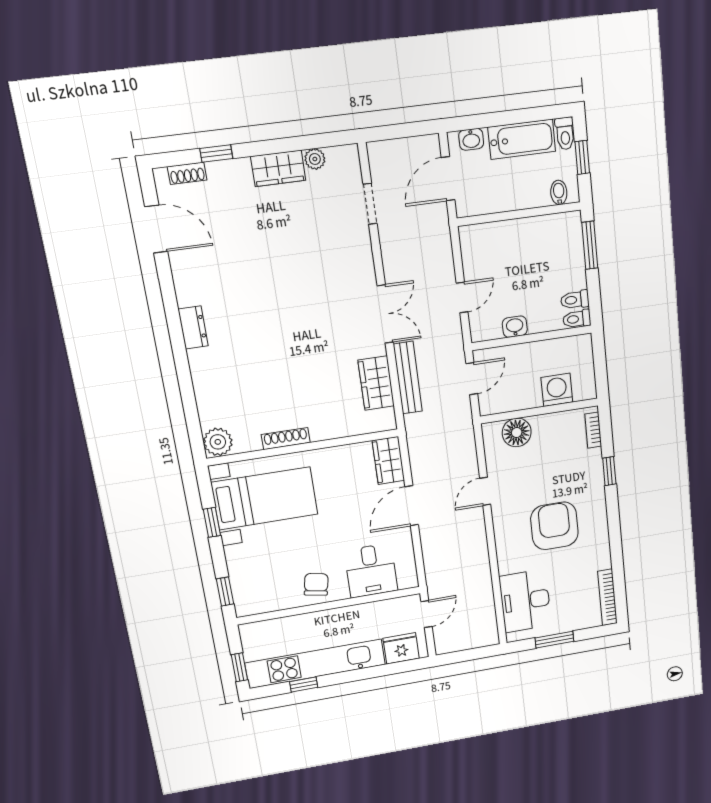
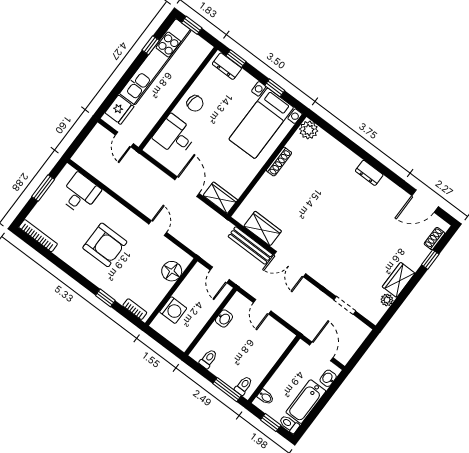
toilet: (577, 319) -> (243, 386), moved
dresser: (243, 592) -> (227, 66), added
desk: (525, 601) -> (80, 193), width x0.73

